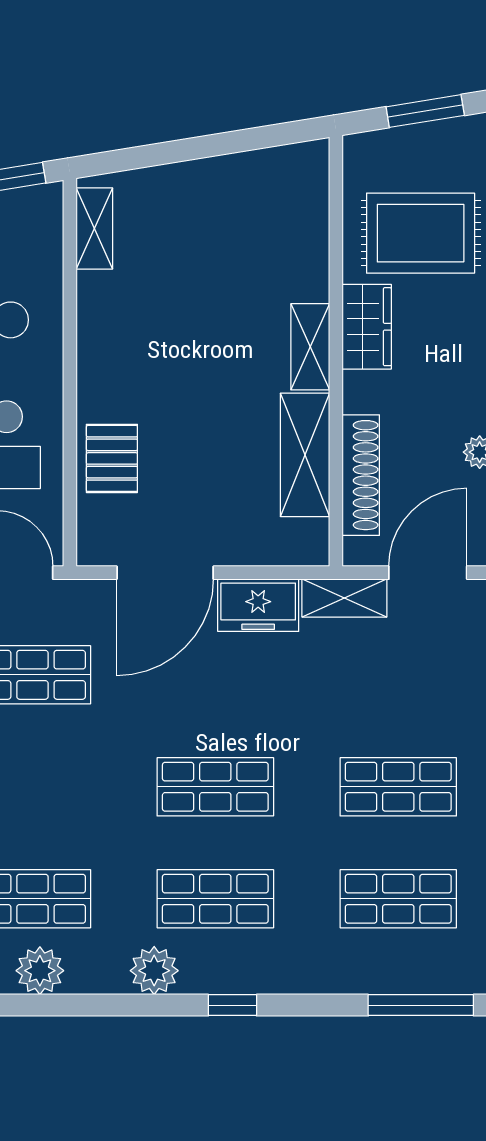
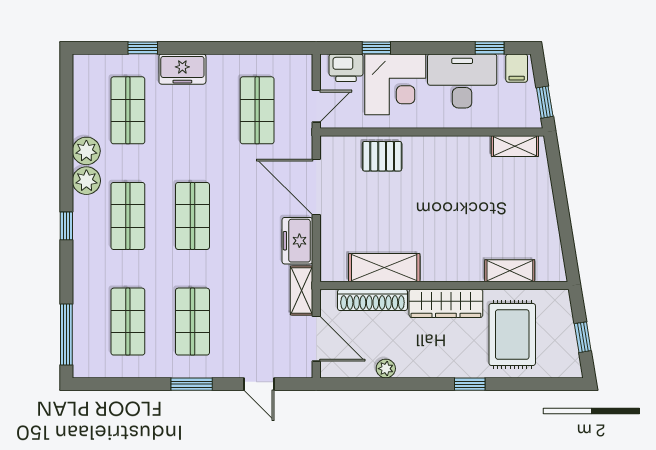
window: (425, 111) -> (583, 337), width x0.67
wardrobe: (367, 327) -> (446, 303), width x1.50
shelving: (310, 347) -> (510, 271), moved
plant: (40, 971) -> (86, 151), moved

